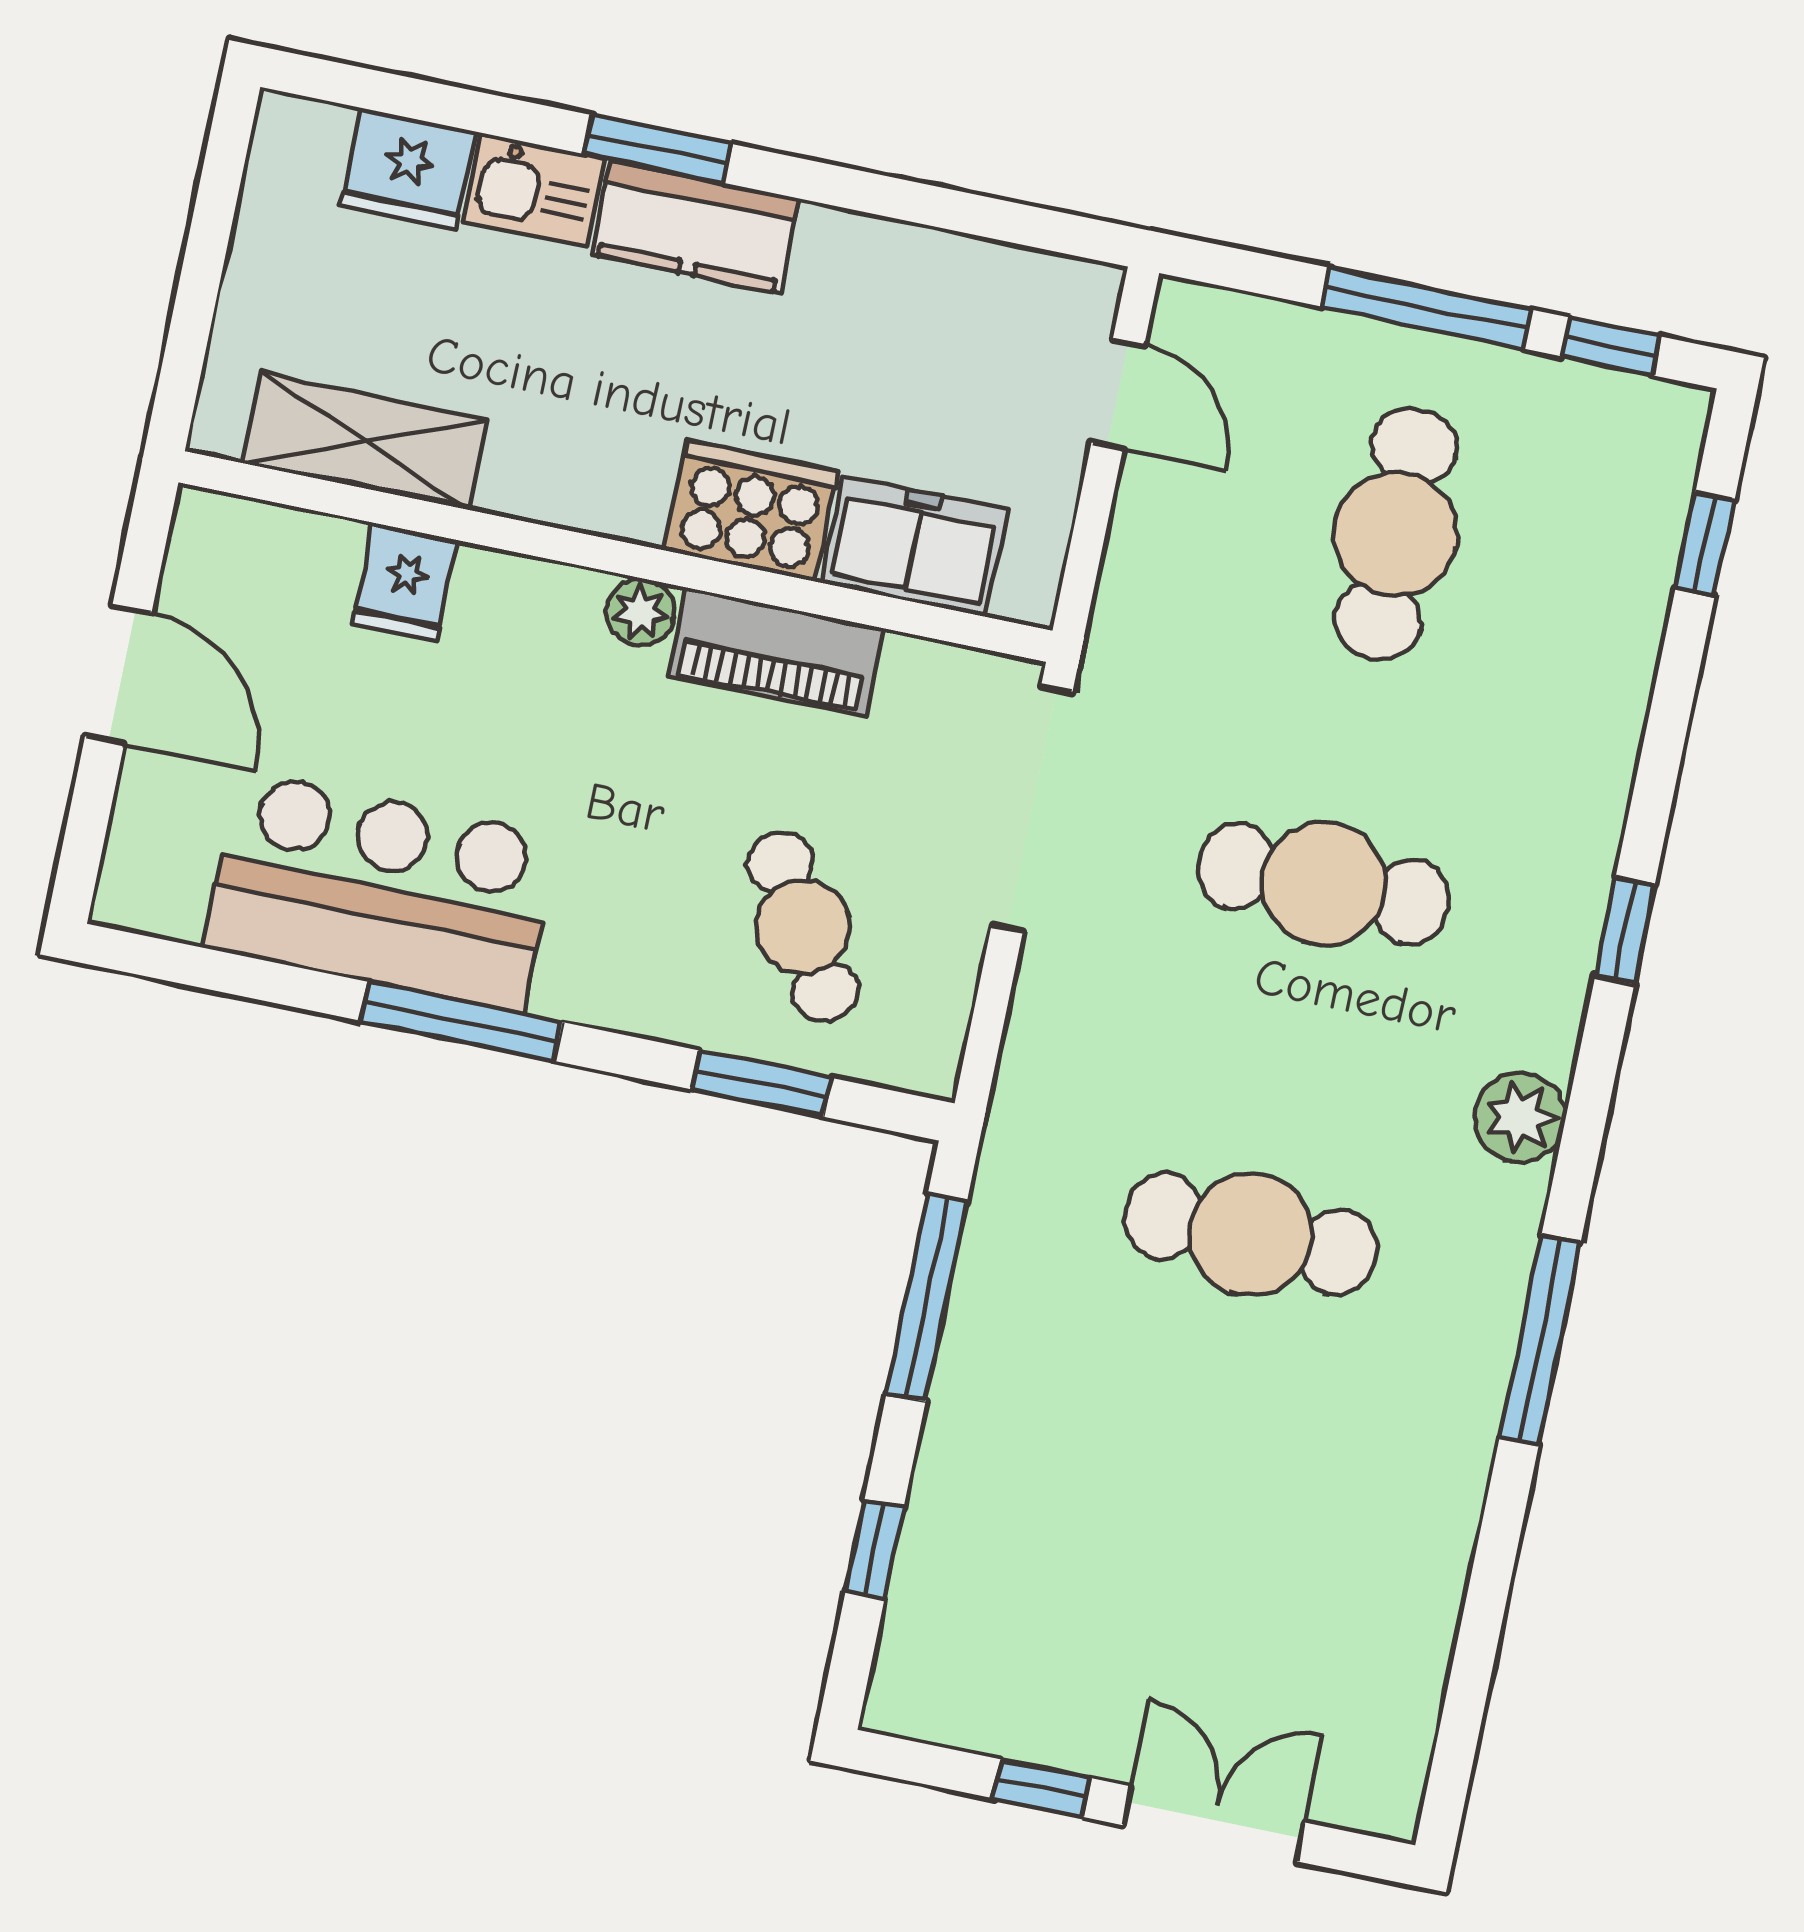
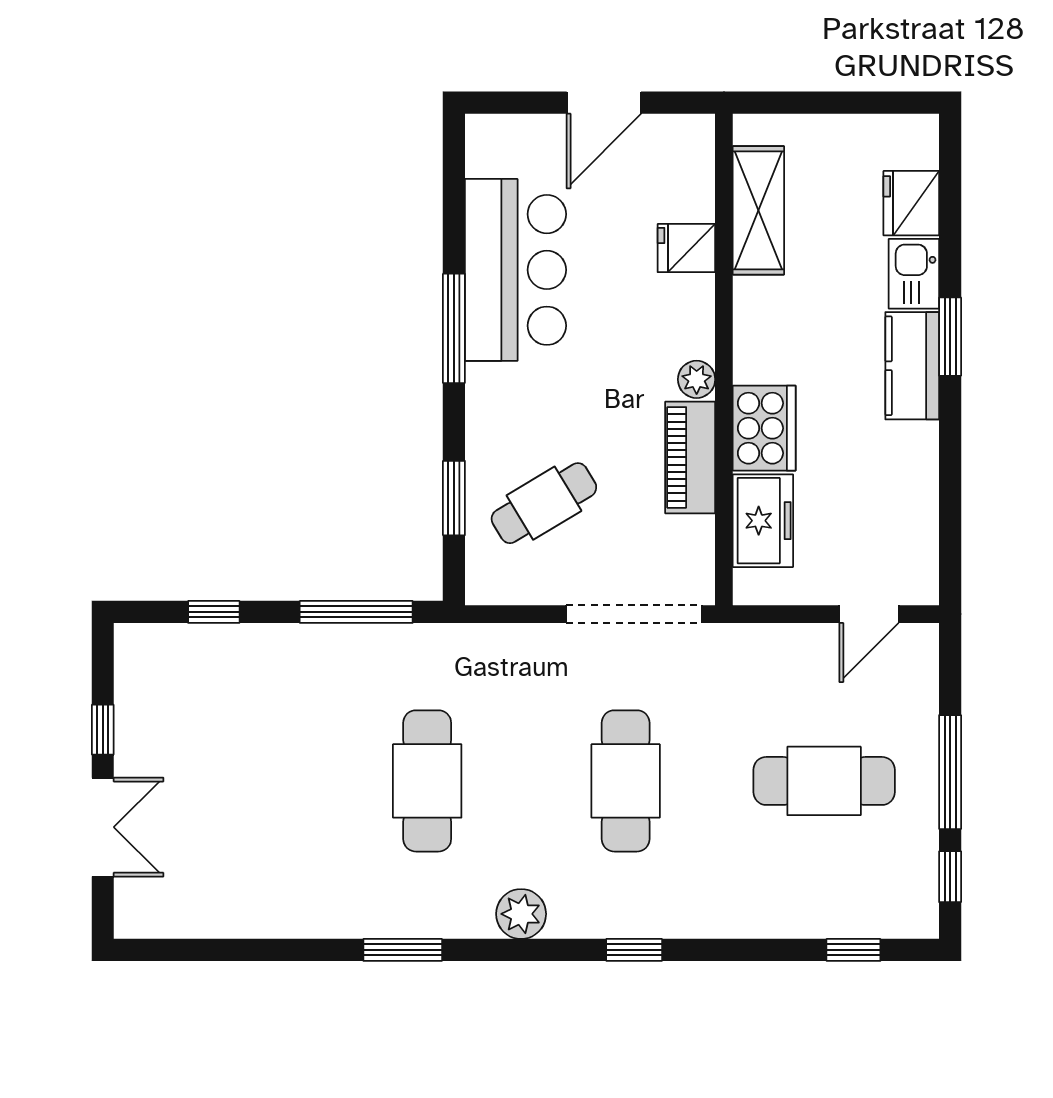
window: (1540, 1339) -> (403, 950), width x0.69

